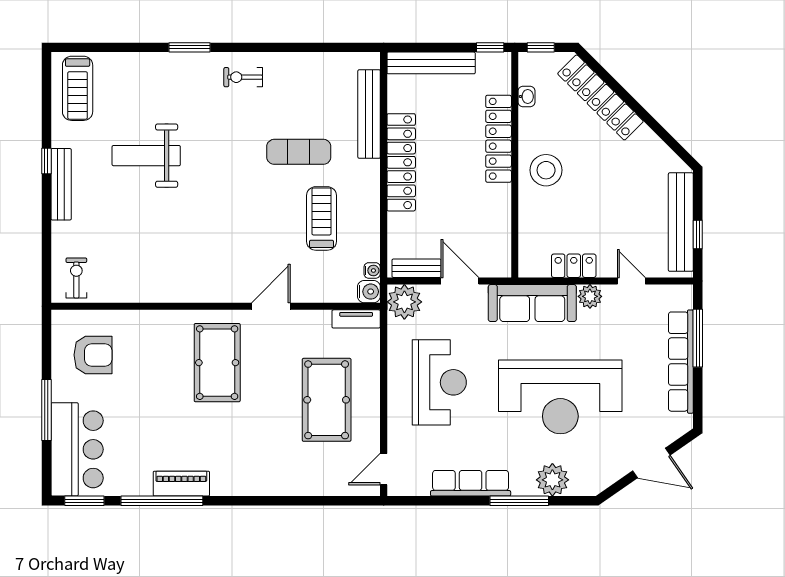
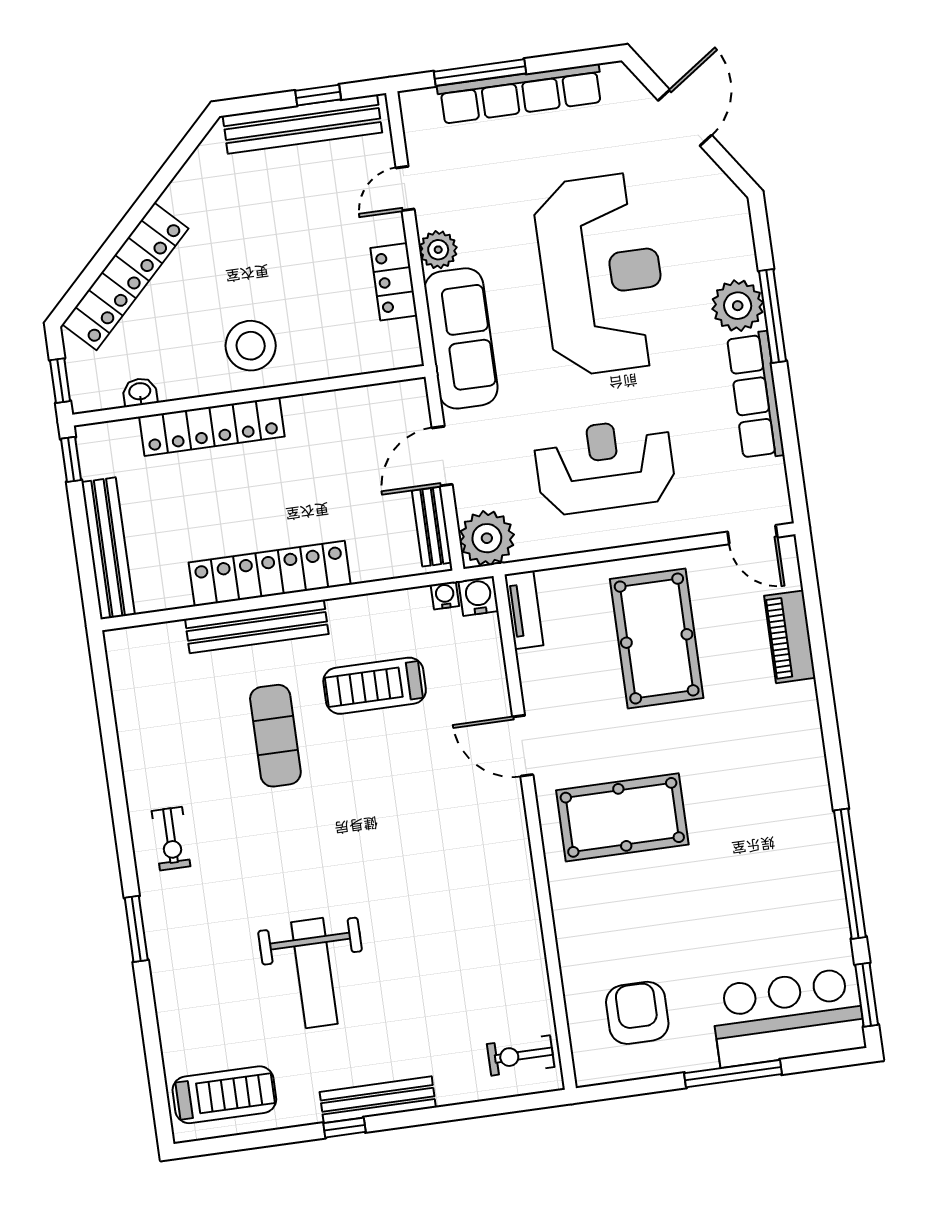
bench: (369, 114) -> (257, 626), moved
pool table: (327, 400) -> (657, 638), turned 90
plant: (552, 480) -> (738, 306), moved
piano: (181, 484) -> (790, 637), moved

